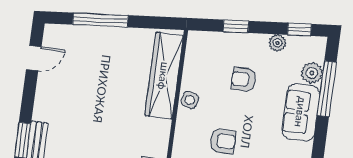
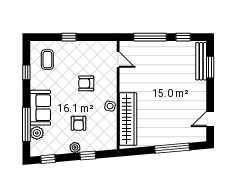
plant: (278, 43) -> (75, 147), moved
armchair: (244, 79) -> (79, 123), turned 90

